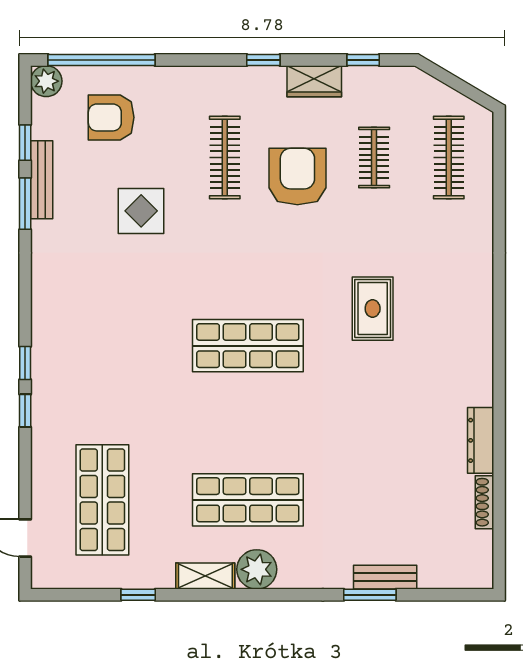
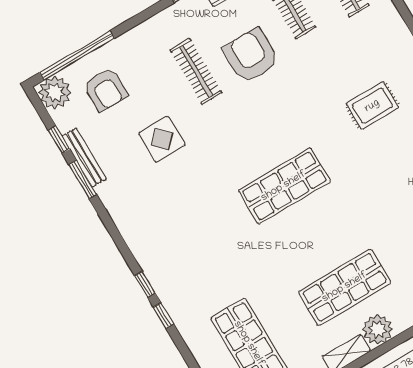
plant: (46, 81) -> (55, 92), width x1.36, depth x1.36
armchair: (111, 117) -> (106, 89), turned -90
rug: (373, 309) -> (372, 106), moved, turned 90

